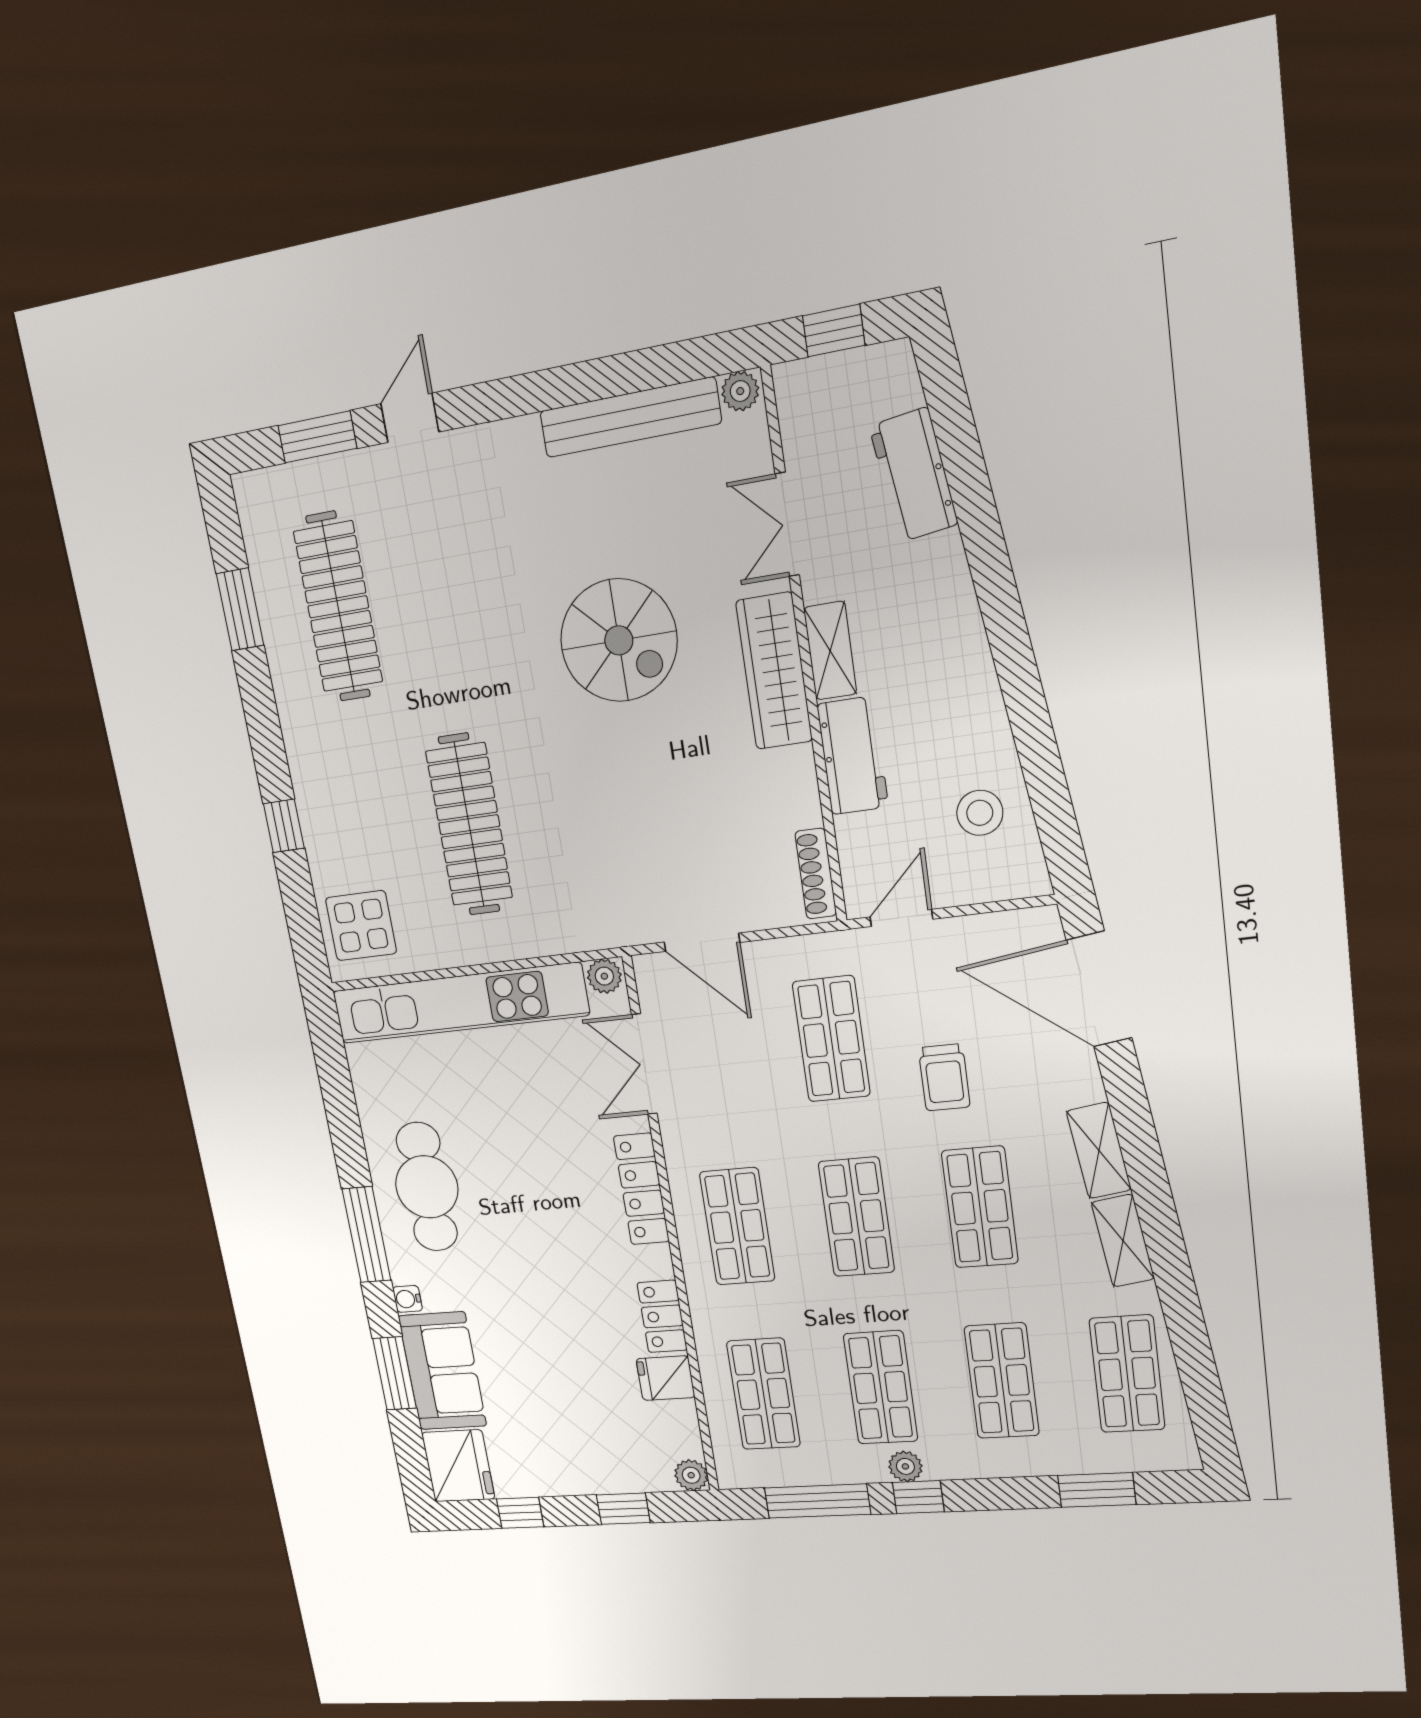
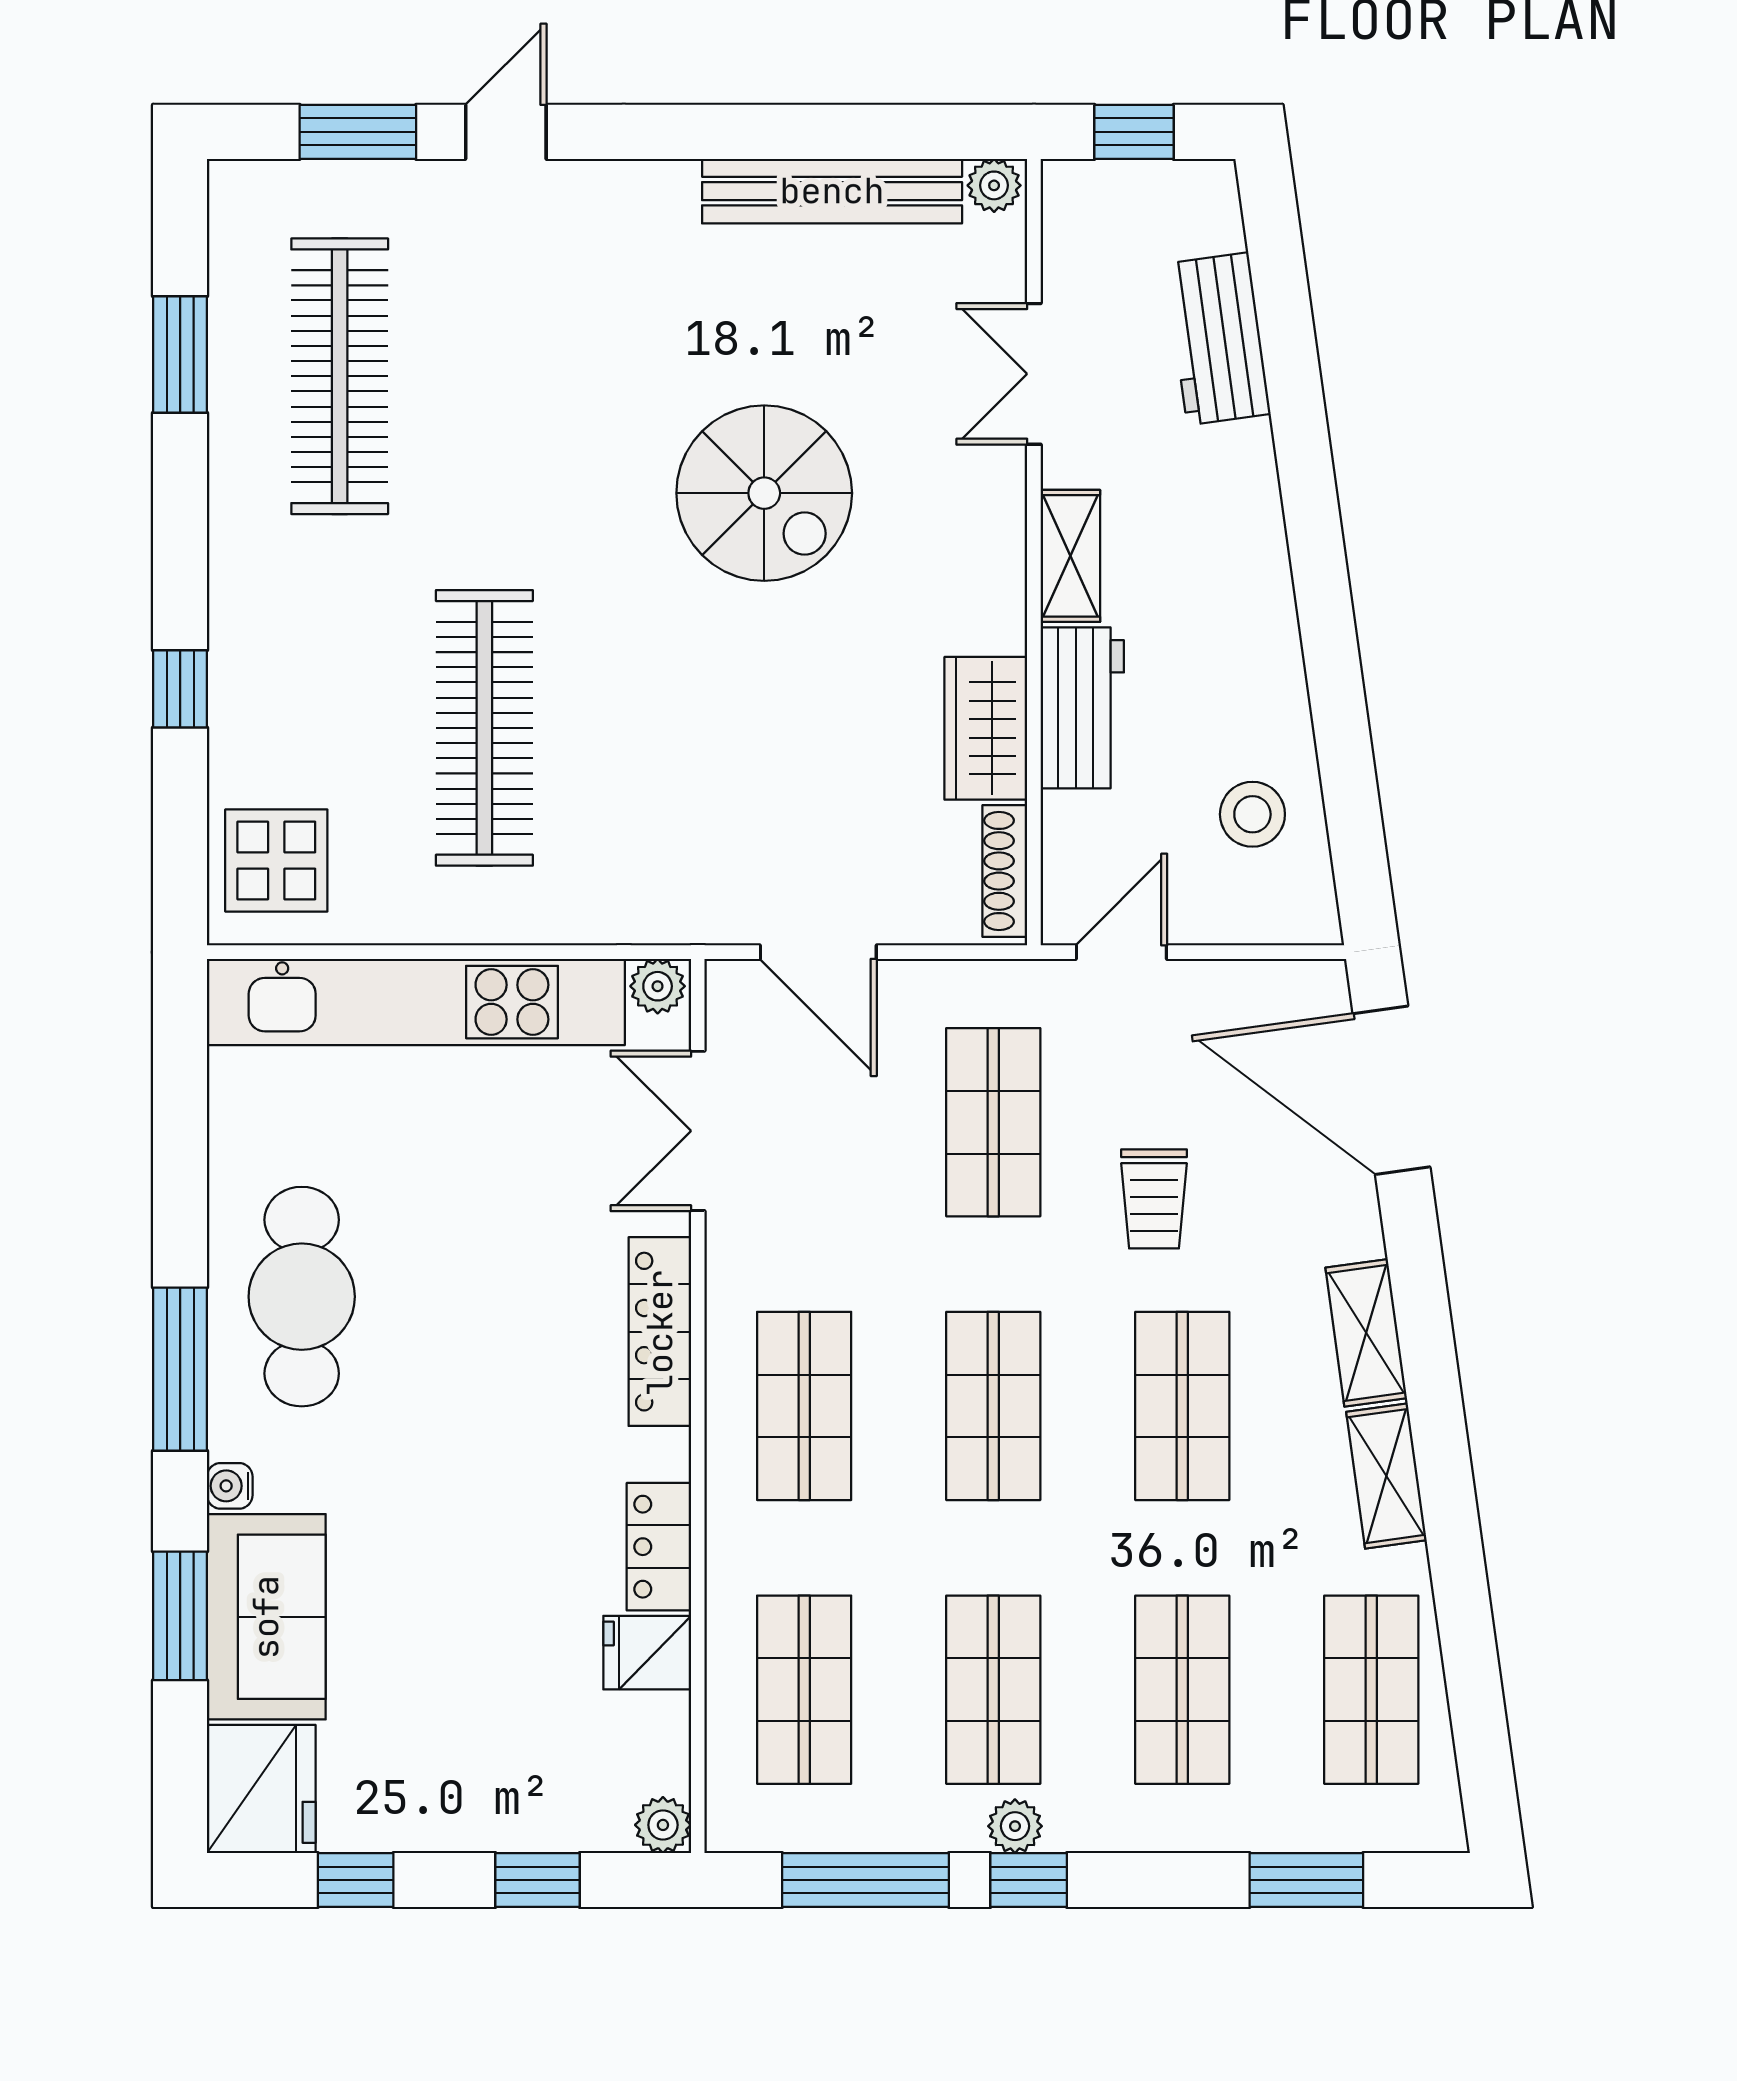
wardrobe: (774, 671) -> (986, 728), moved, width x0.67

